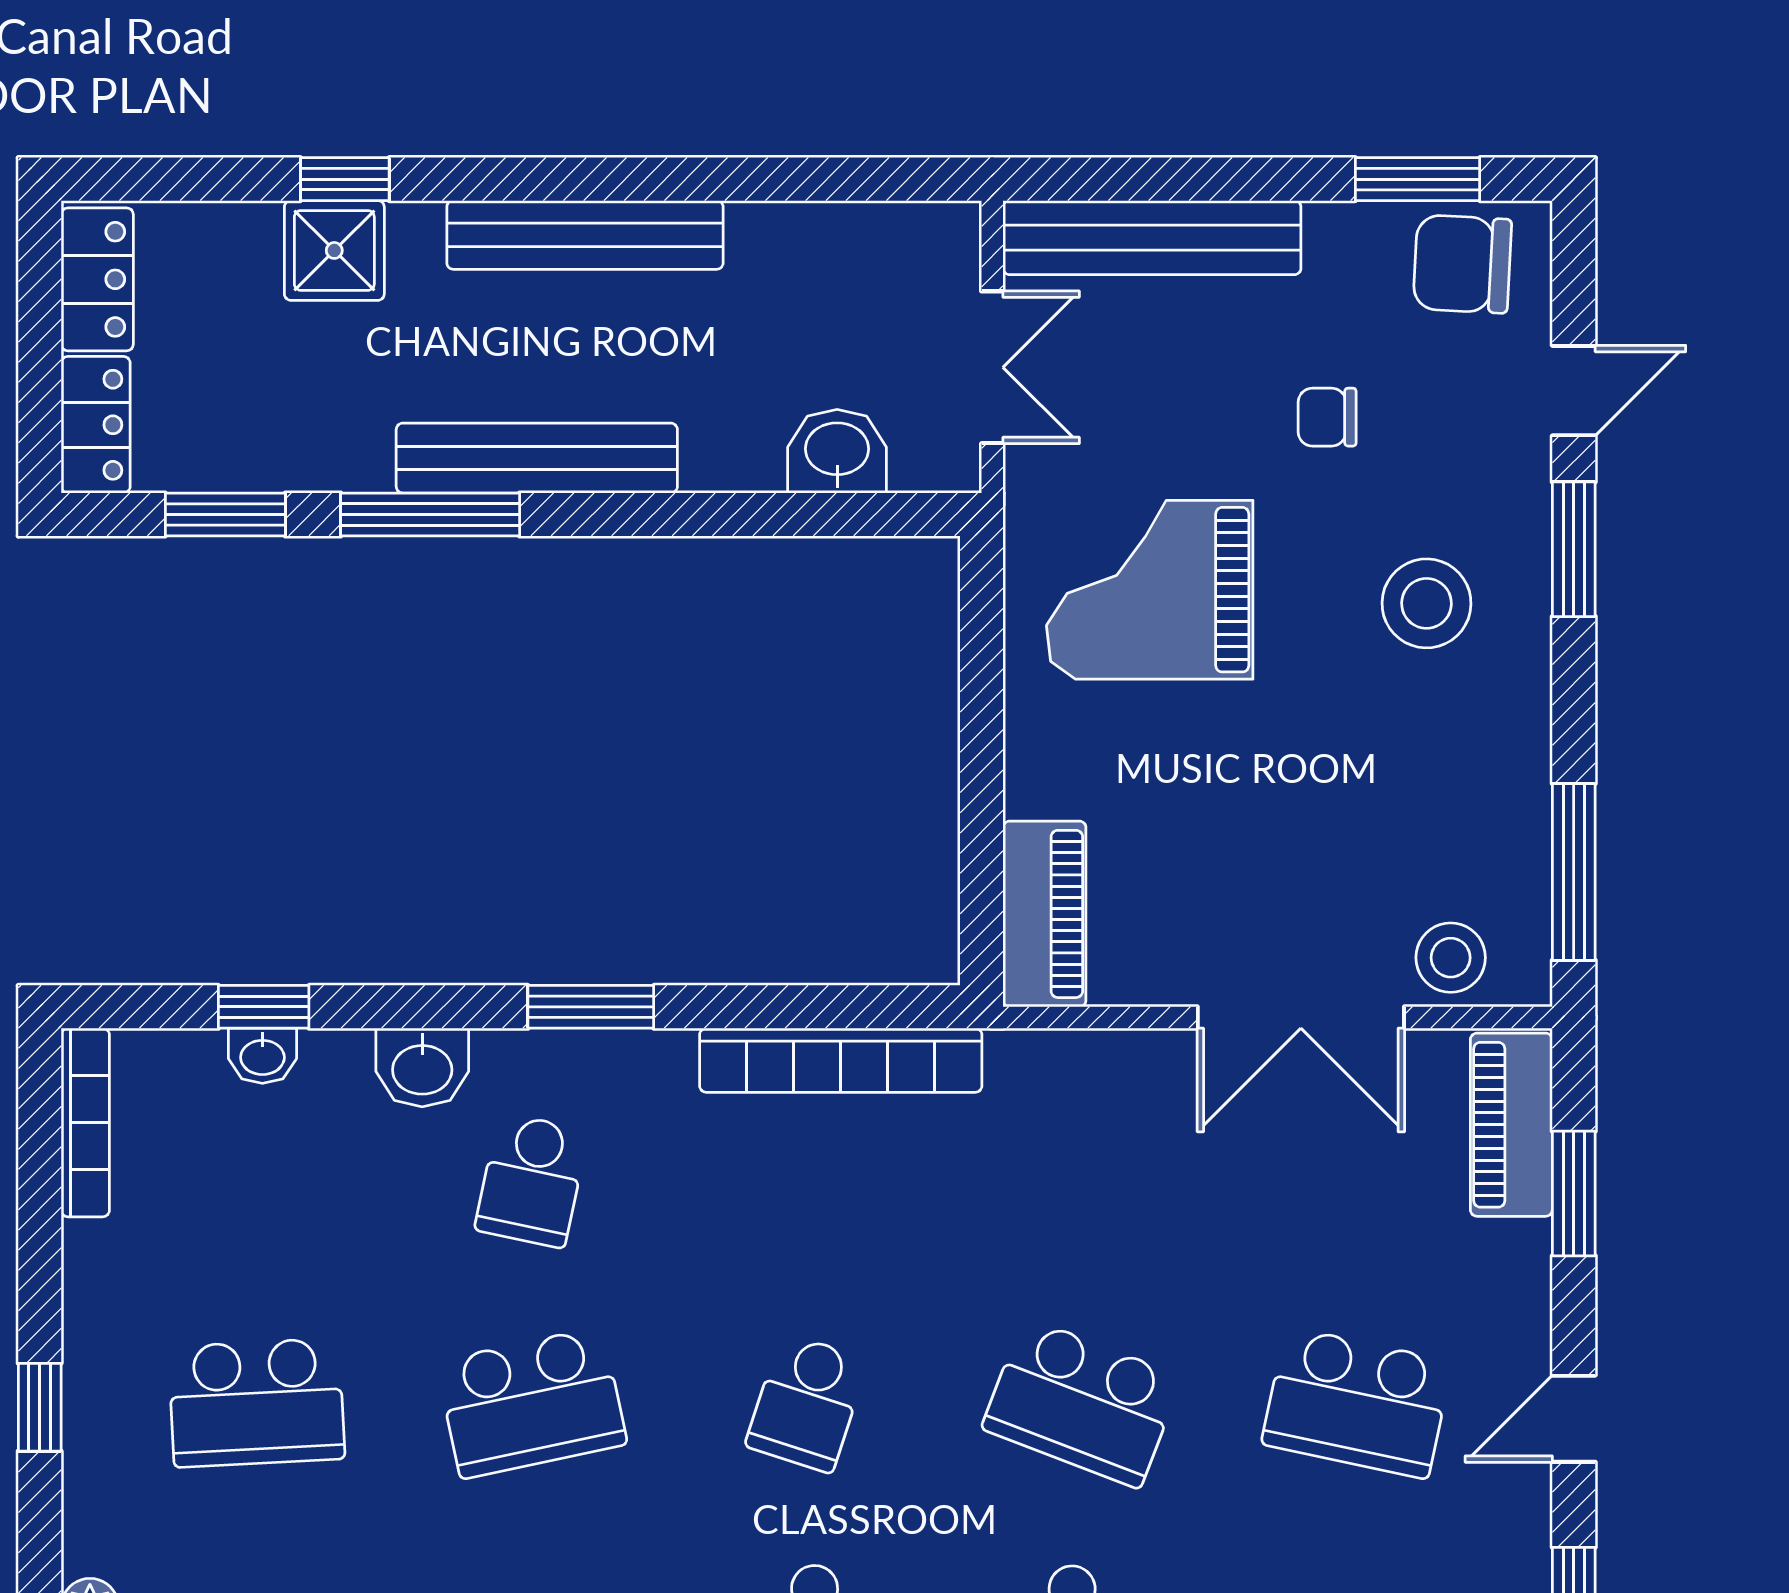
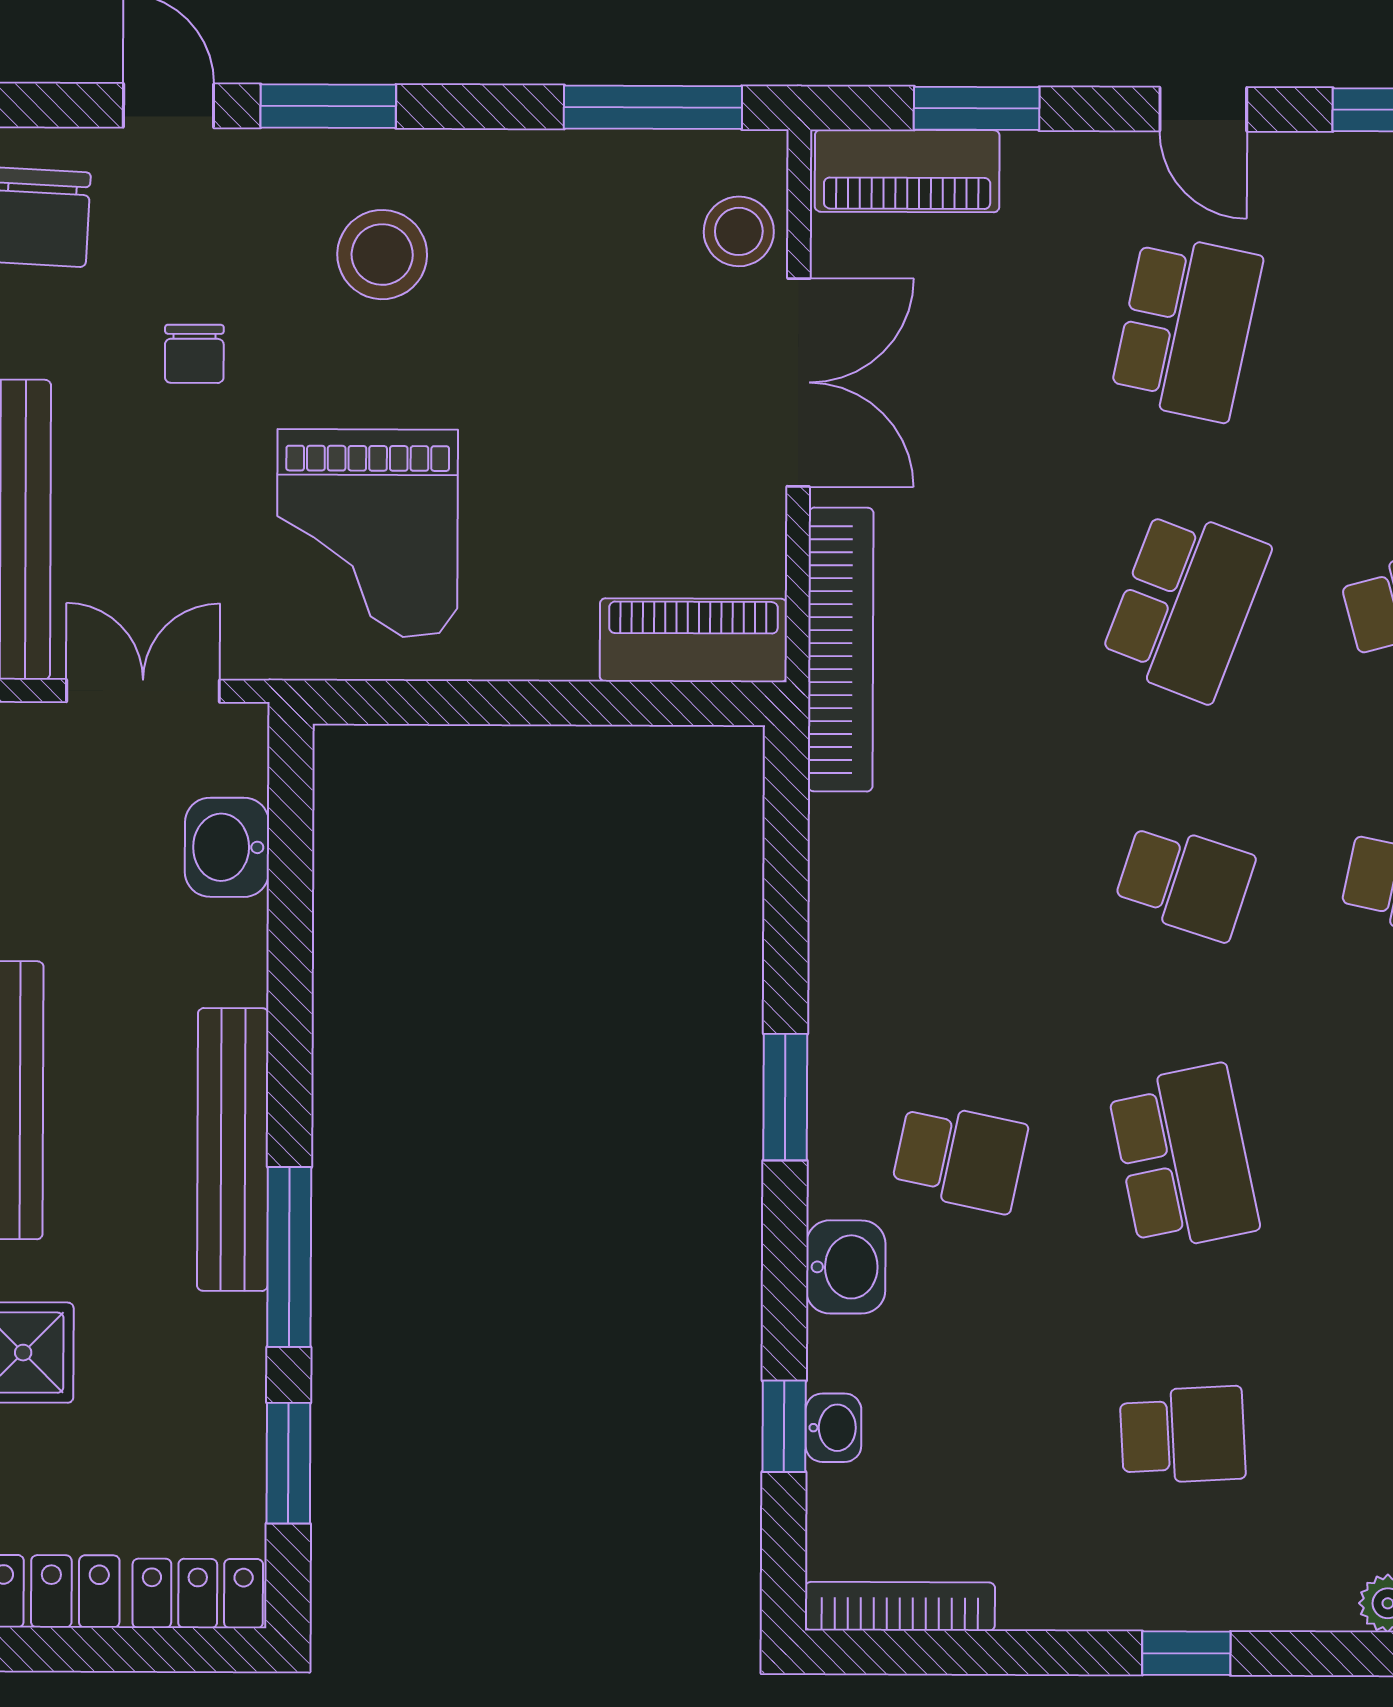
bookcase: (841, 1060) -> (841, 650), moved
school desk: (257, 1403) -> (1183, 1435), width x0.54

